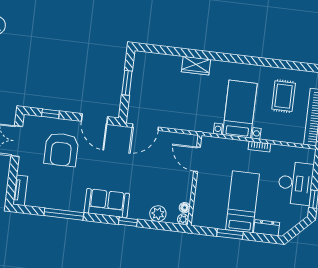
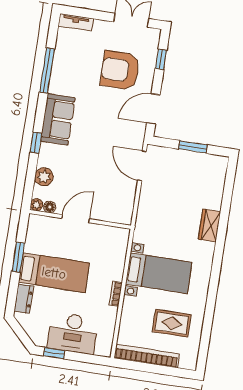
door: (197, 159) -> (76, 219), moved

